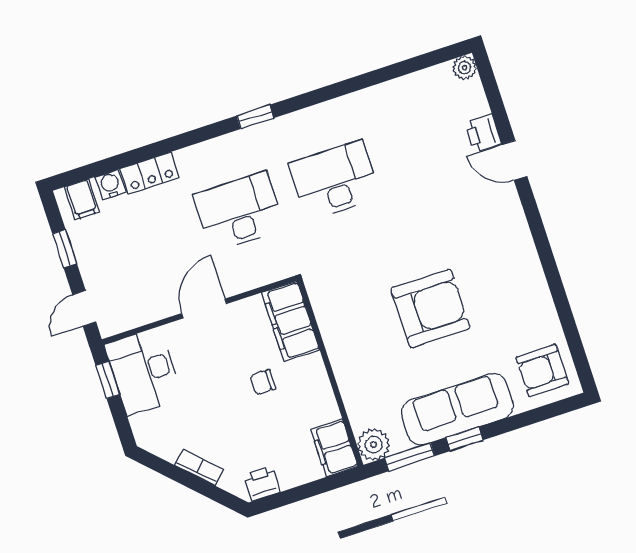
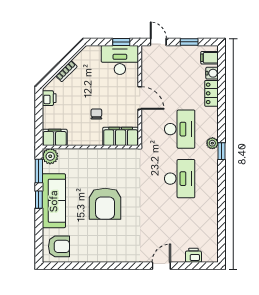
plant: (464, 68) -> (212, 143), moved
printer: (483, 133) -> (193, 255), moved
armchair: (542, 370) -> (59, 246), turned 90

